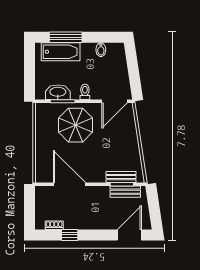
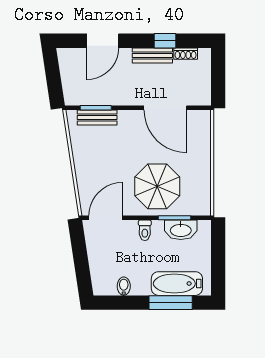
bench: (125, 192) -> (152, 56), moved
door: (129, 235) -> (103, 41), moved

